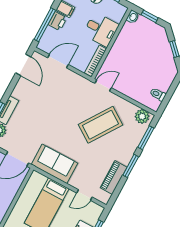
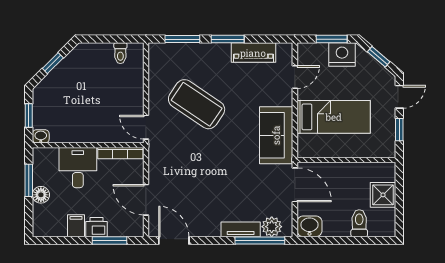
window: (45, 25) -> (109, 240), width x0.69
door: (23, 65) -> (174, 240), hinge flipped
plant: (142, 116) -> (158, 58), removed
door: (84, 195) -> (295, 77), hinge flipped

